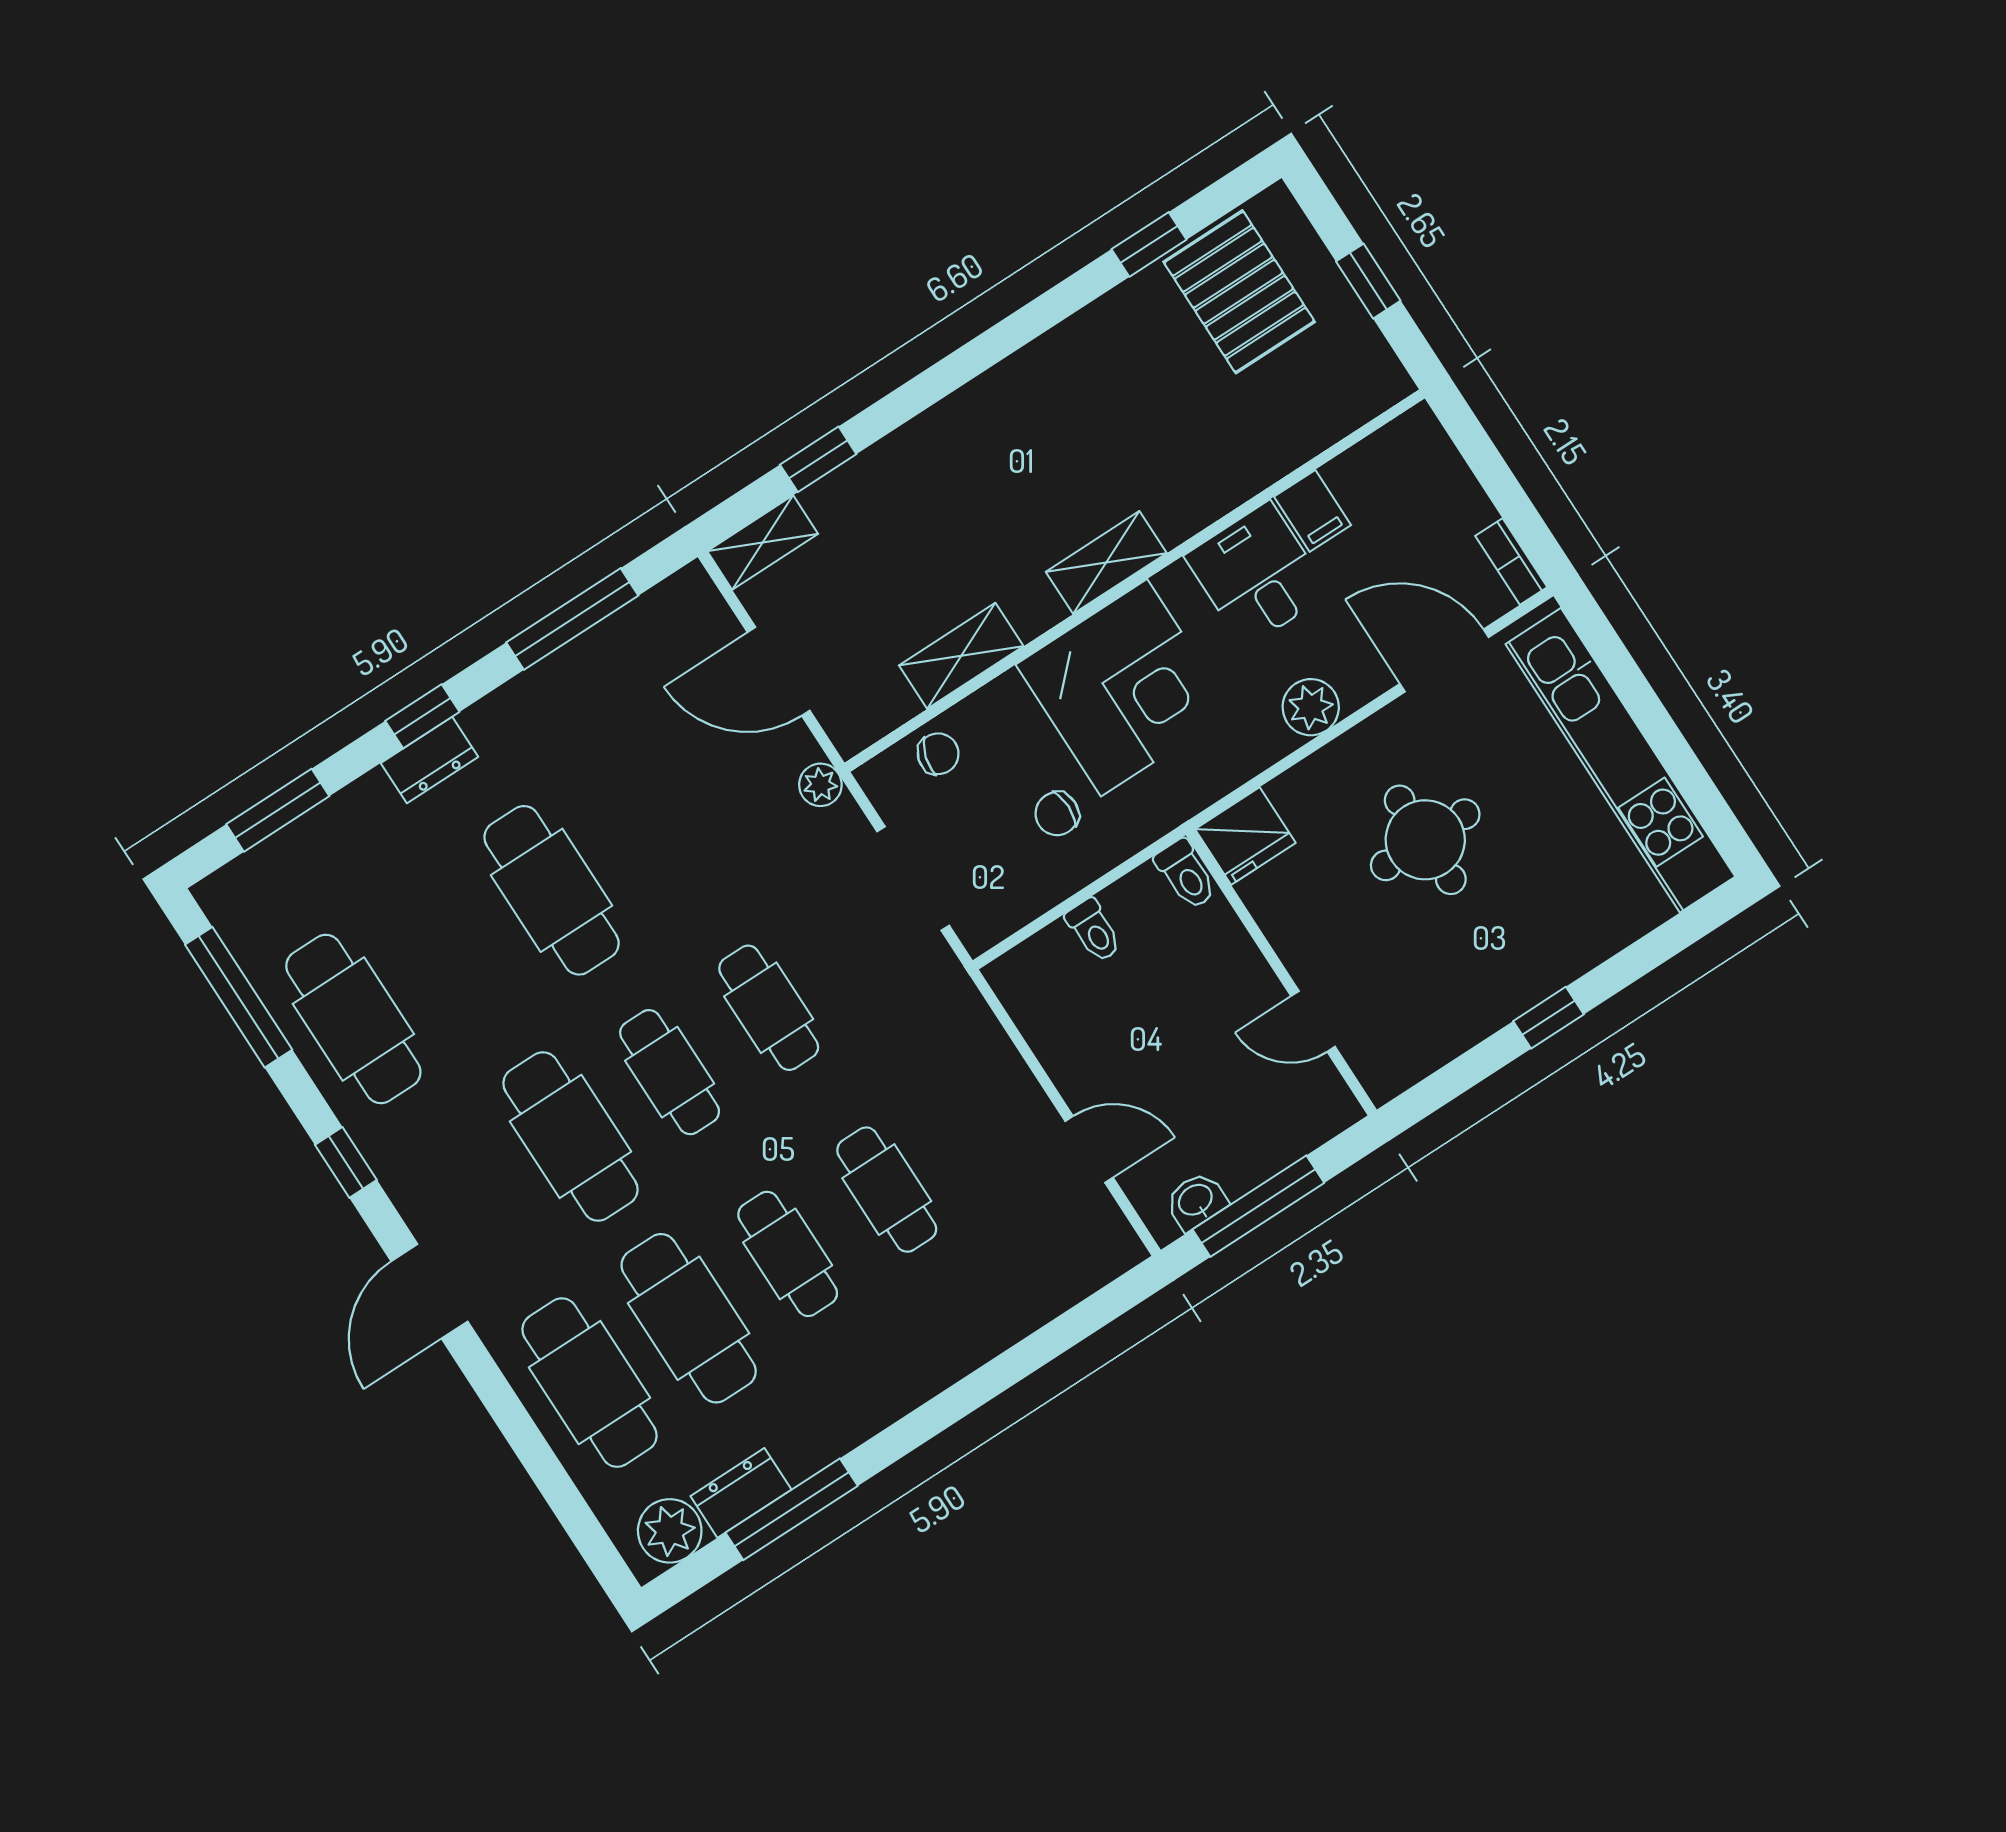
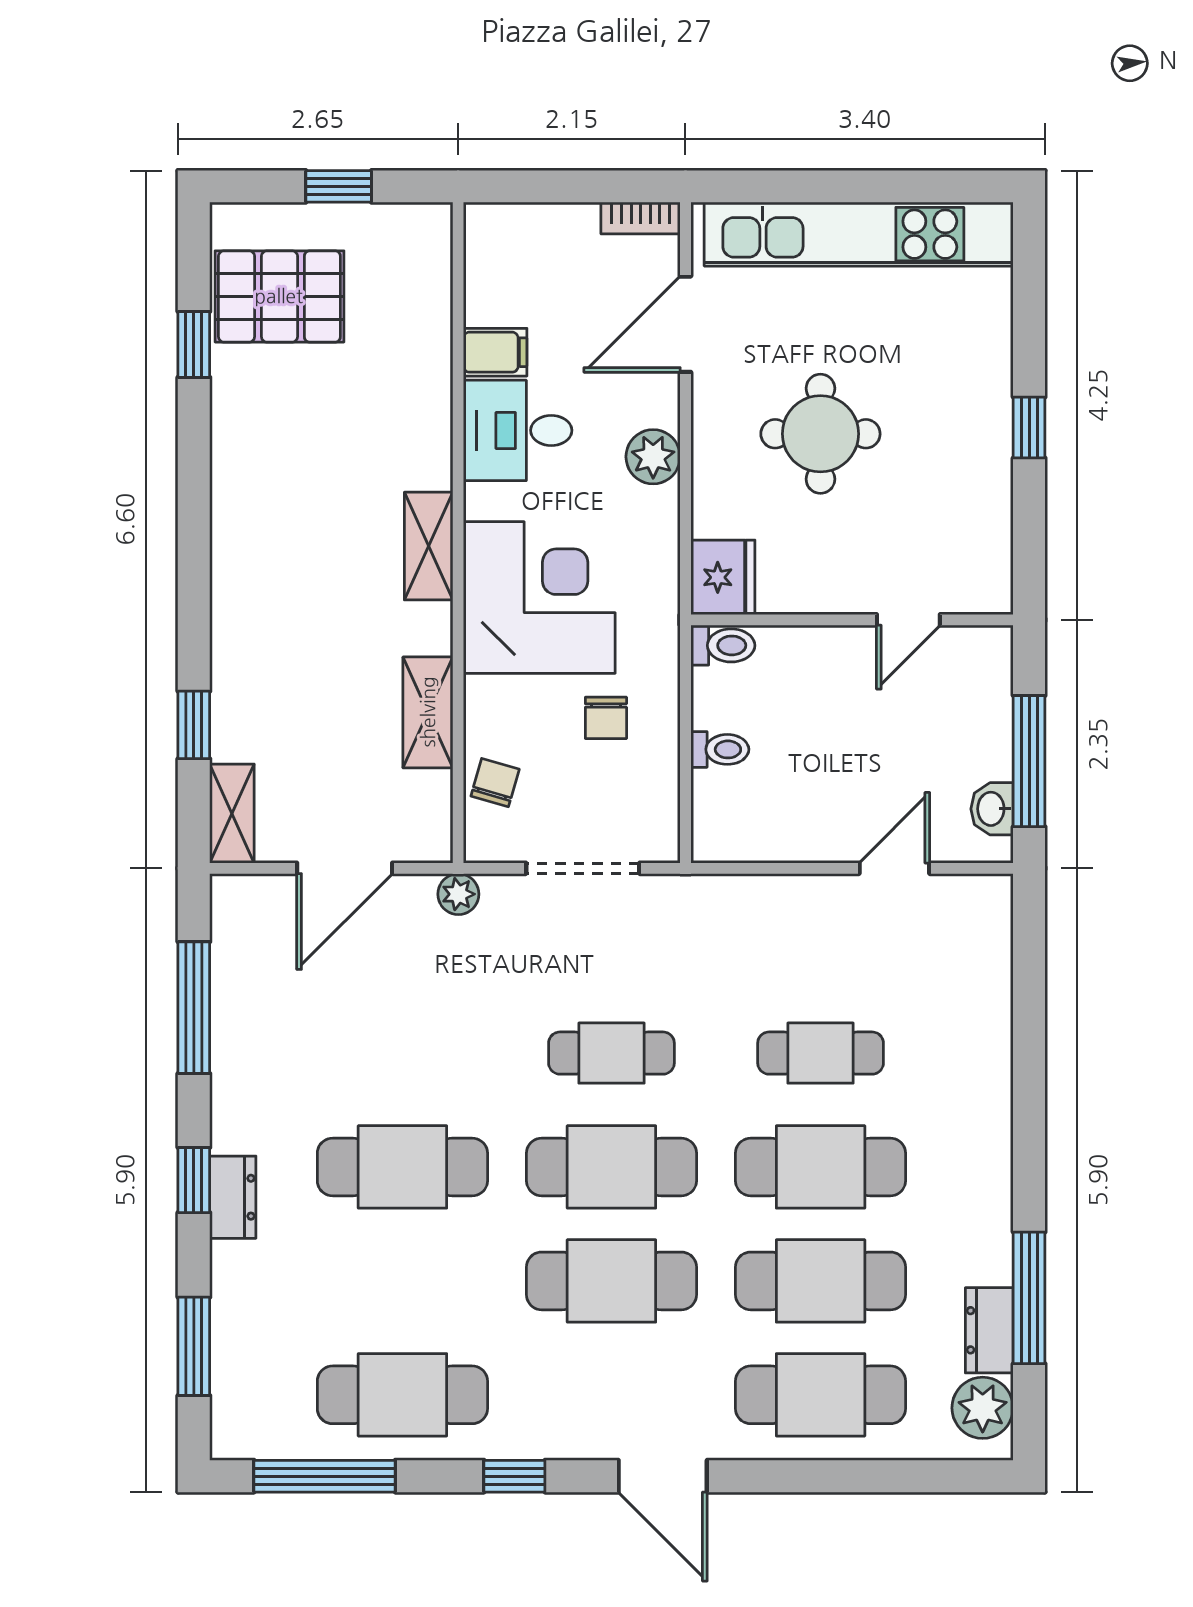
cafe table: (670, 1072) -> (611, 1167), width x1.37, depth x1.35
cafe table: (788, 1254) -> (821, 1167), width x1.37, depth x1.35

